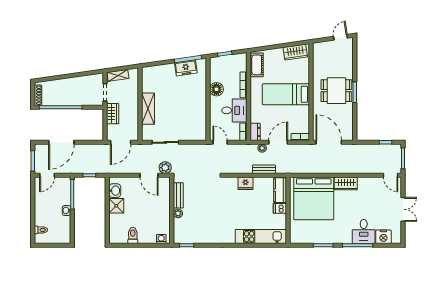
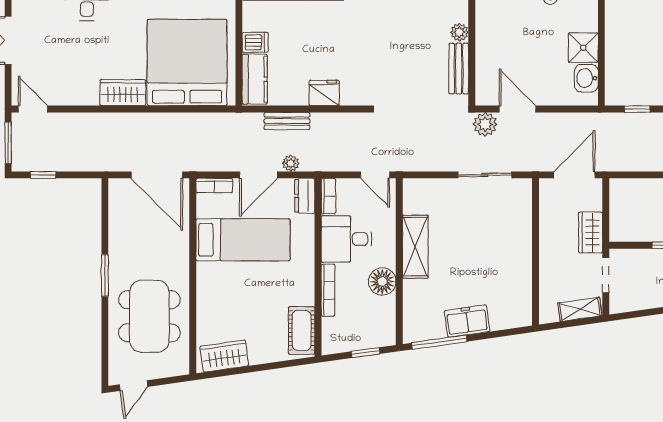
freezer: (186, 68) -> (467, 321), moved
dining table: (336, 91) -> (149, 316), moved, width x1.38
bed: (286, 94) -> (243, 240), moved
shelving: (148, 109) -> (415, 247), moved

